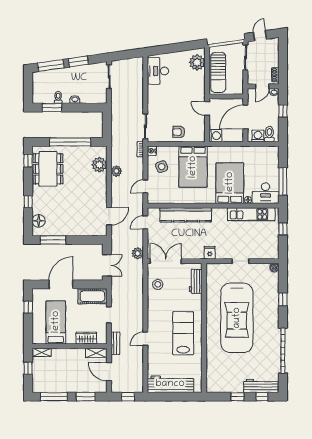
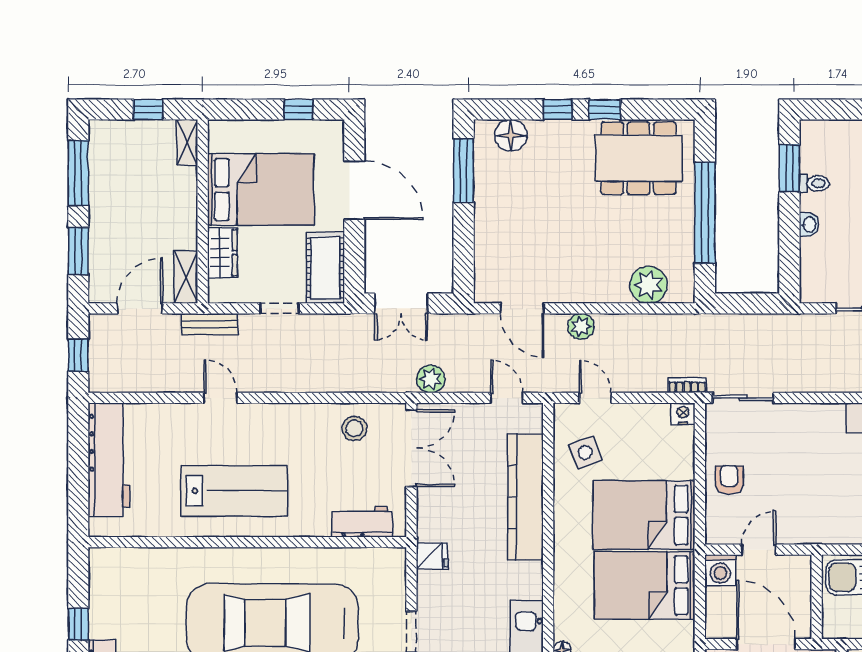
door: (207, 109) -> (759, 550), moved
window: (28, 161) -> (605, 110), moved
side table: (162, 167) -> (585, 452), moved
plant: (116, 171) -> (581, 326), moved
bed: (230, 183) -> (645, 585), moved, turned 180
bed: (56, 322) -> (261, 189), width x1.50

